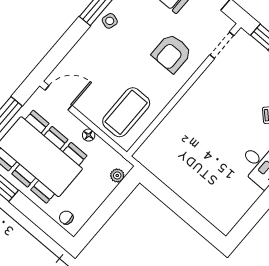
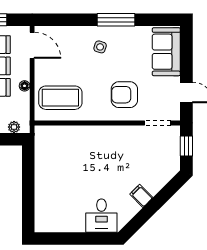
side table: (110, 21) -> (100, 47), moved

